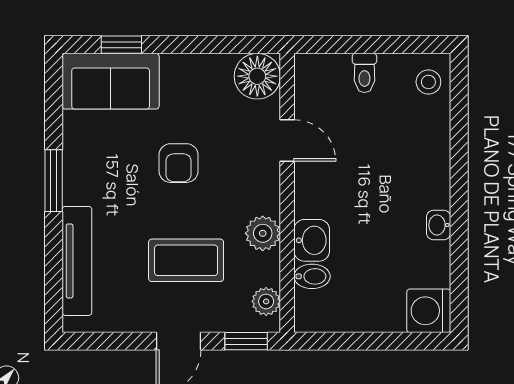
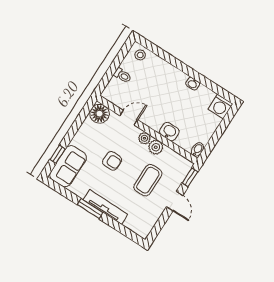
tv unit: (77, 261) -> (105, 207), moved
bidet: (312, 276) -> (197, 150), moved
plant: (266, 301) -> (144, 138), moved

